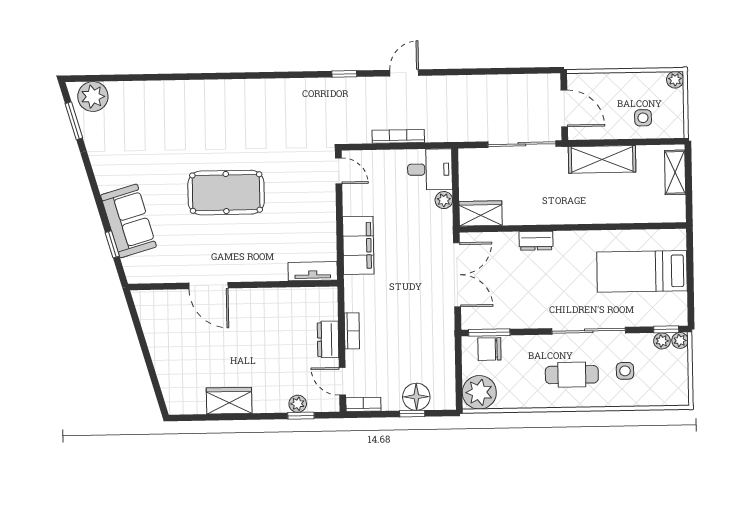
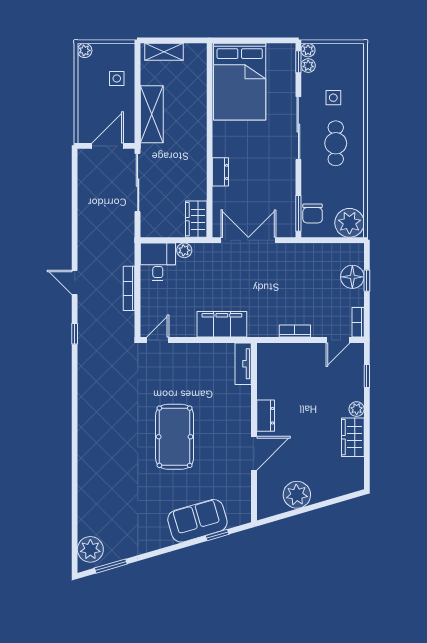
bed: (642, 271) -> (240, 82), width x1.50
plant: (161, 336) -> (297, 495), added
dresser: (328, 339) -> (266, 416), moved, turned -90
plant: (298, 404) -> (357, 409), moved

